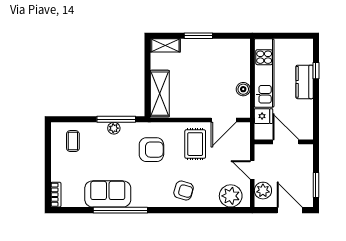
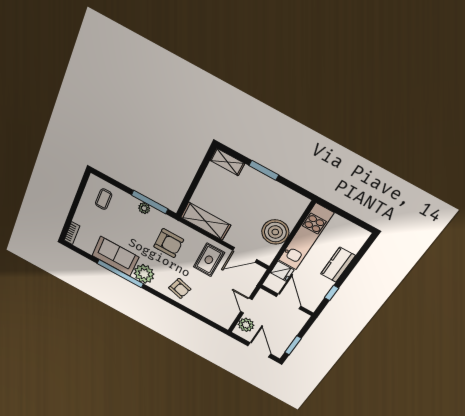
window: (316, 71) -> (332, 293), moved
boiler: (243, 89) -> (275, 232), width x1.86, depth x1.86
shelving: (160, 94) -> (206, 221), moved, turned 90
plant: (231, 196) -> (144, 274), moved

